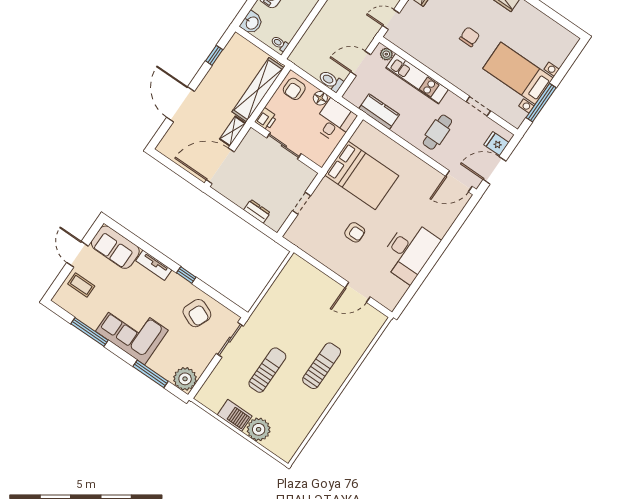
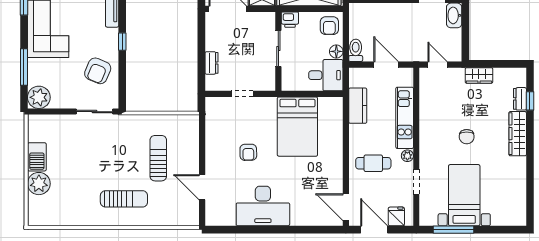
chair: (470, 37) -> (467, 137), turned 90
plant: (386, 54) -> (407, 156), moved
armchair: (294, 89) -> (329, 26), turned -90
sun lounger: (267, 370) -> (158, 158), moved, turned -90

